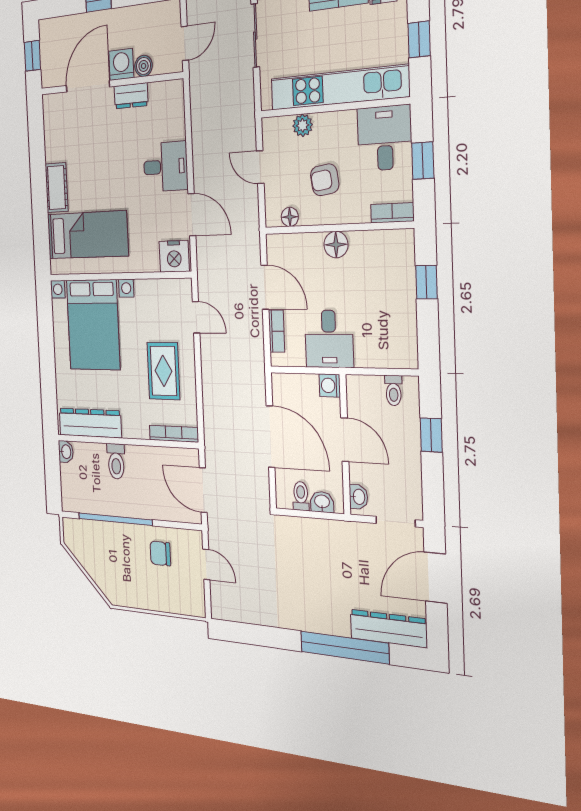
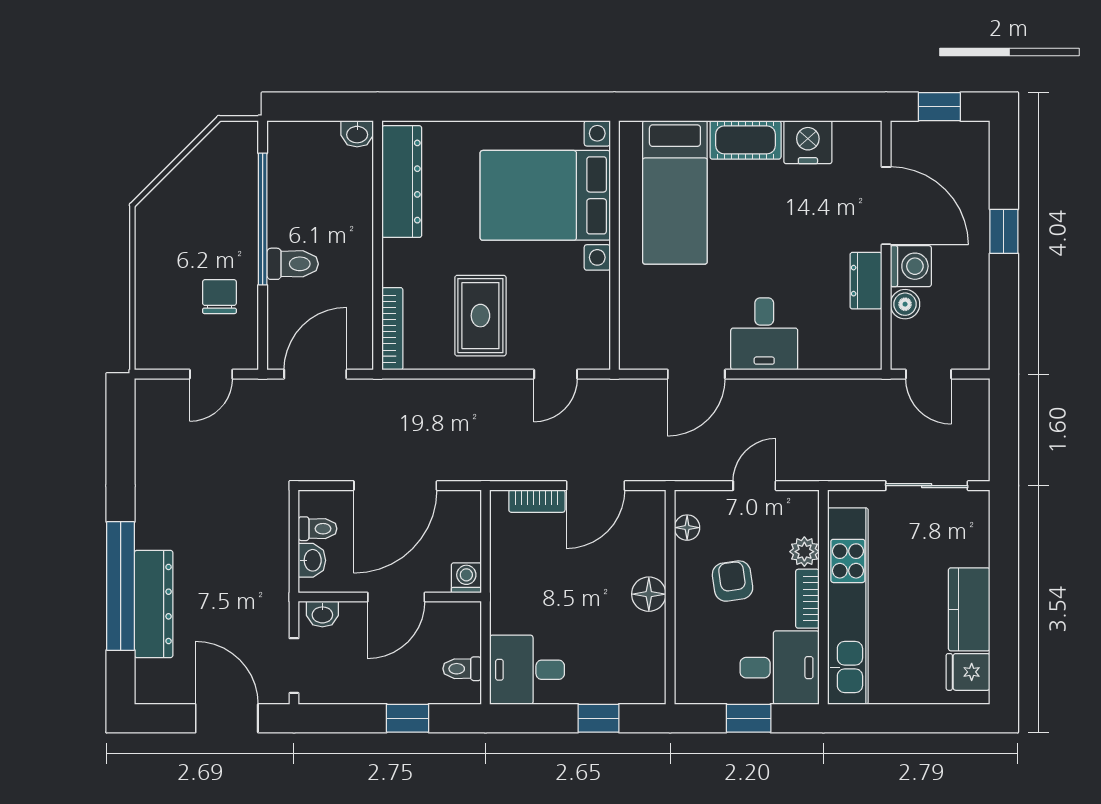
window: (419, 39) -> (896, 718), removed
bookcase: (392, 213) -> (807, 599), moved, turned 180
nightstand: (174, 256) -> (808, 142), moved, turned 90
desk: (329, 339) -> (527, 670), moved
rug: (163, 371) -> (480, 316), turned 90
toilet: (116, 461) -> (293, 264), moved, turned 180
dresser: (388, 628) -> (154, 604), moved

